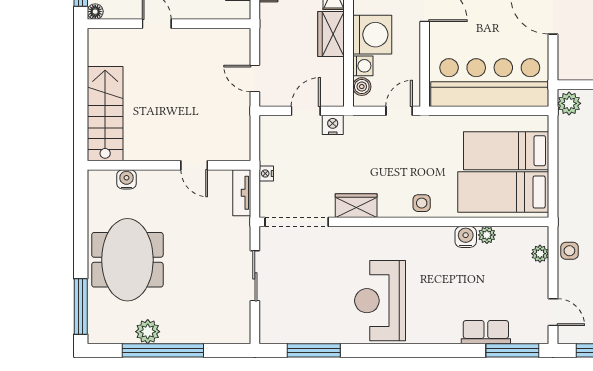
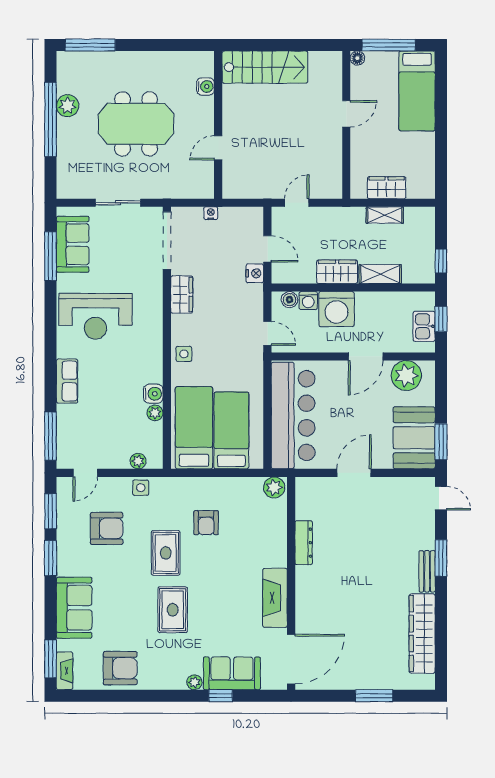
tv unit: (242, 193) -> (193, 191), removed
meeting table: (127, 260) -> (136, 124), moved
reception desk: (380, 301) -> (95, 316), turned 180
sofa: (301, 326) -> (73, 244), added
row of seats: (486, 332) -> (67, 381), moved

